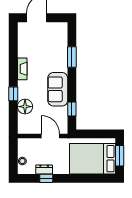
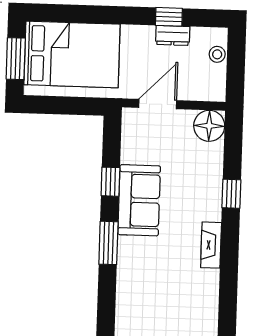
window: (72, 57) -> (108, 243), moved
floor lamp: (25, 107) -> (209, 126), moved
window: (72, 109) -> (110, 182), moved
door: (50, 136) -> (158, 104), swing flipped

